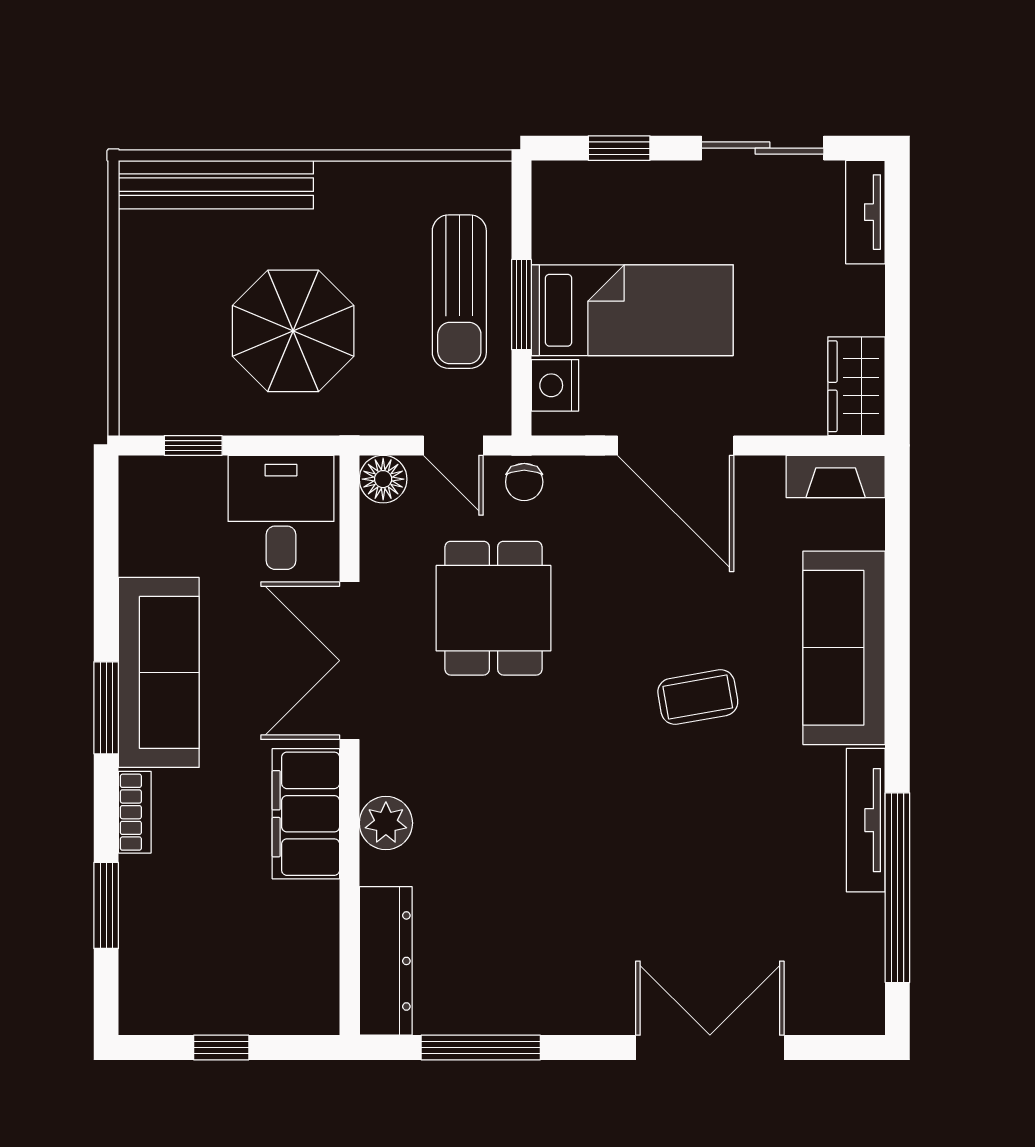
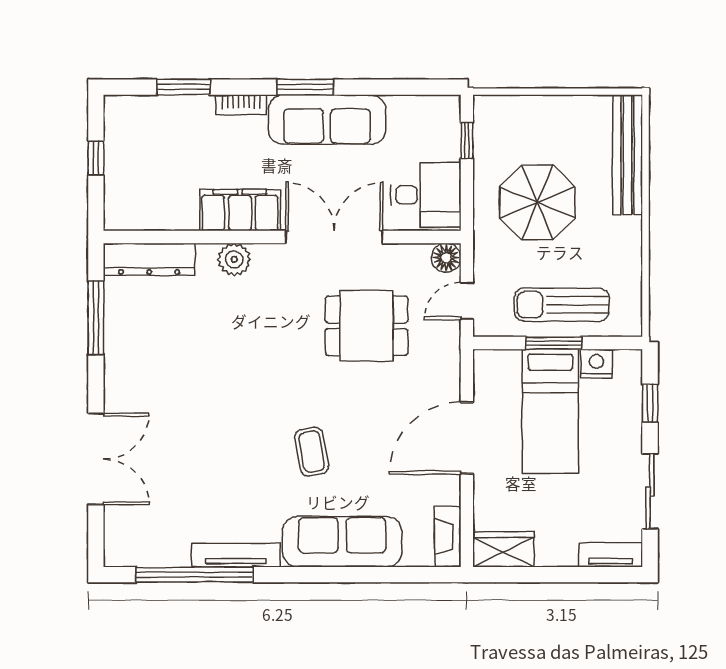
nightstand: (555, 385) -> (596, 364), moved
chair: (524, 482) -> (444, 345), removed

